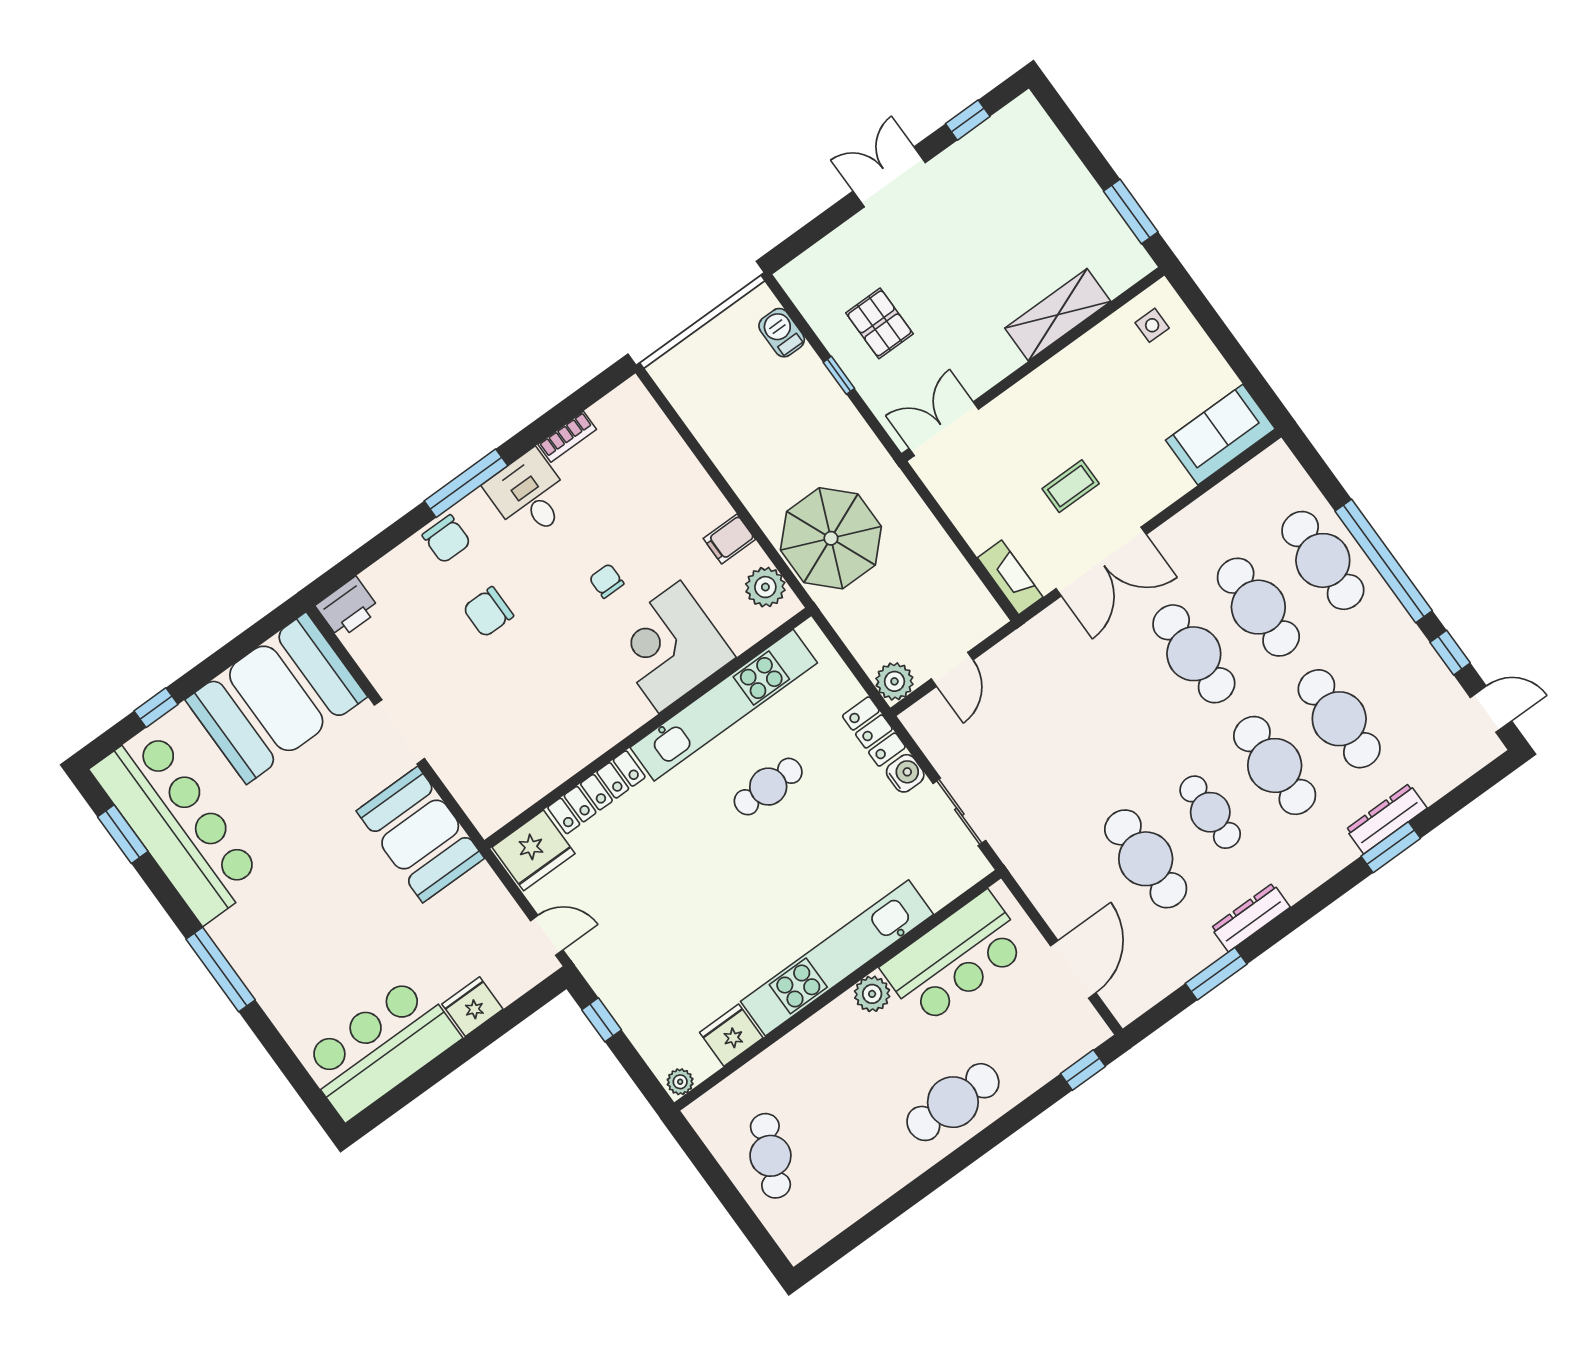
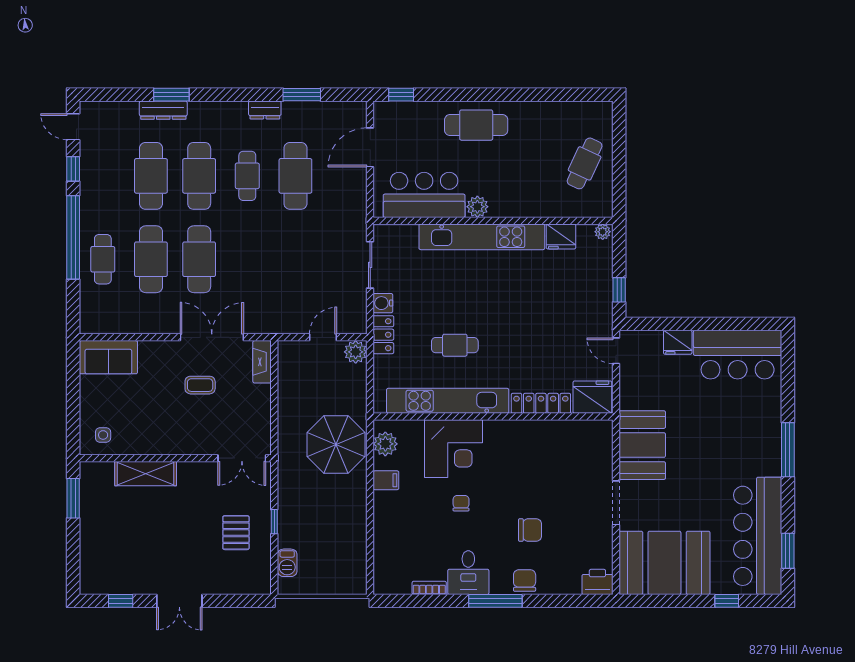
cafe table: (1323, 560) -> (103, 259), width x0.73, depth x0.74
chair: (607, 581) -> (461, 503), turned 180
dresser: (1251, 917) -> (265, 110), width x0.70

